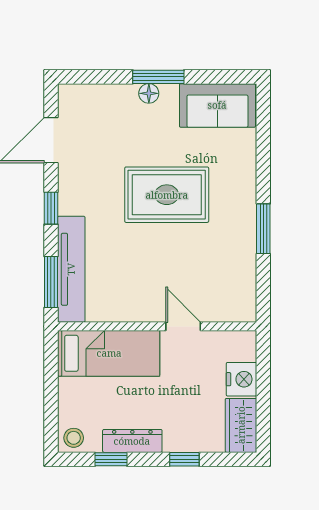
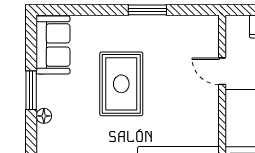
floor lamp: (149, 93) -> (44, 116), moved
door: (183, 326) -> (222, 71), hinge flipped

